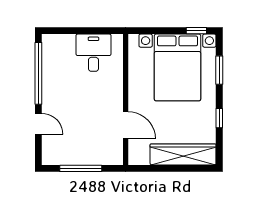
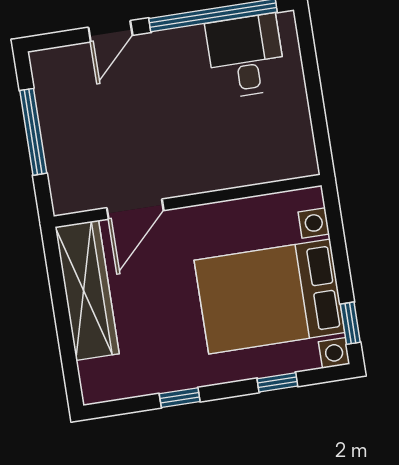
desk: (93, 53) -> (246, 56), moved, turned -90
window: (219, 70) -> (277, 382), width x0.67
wardrobe: (183, 154) -> (87, 290), moved

